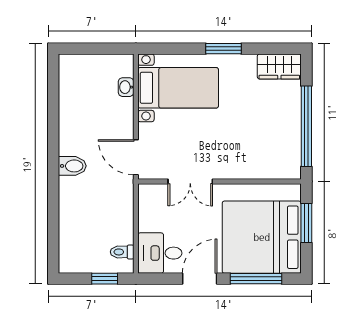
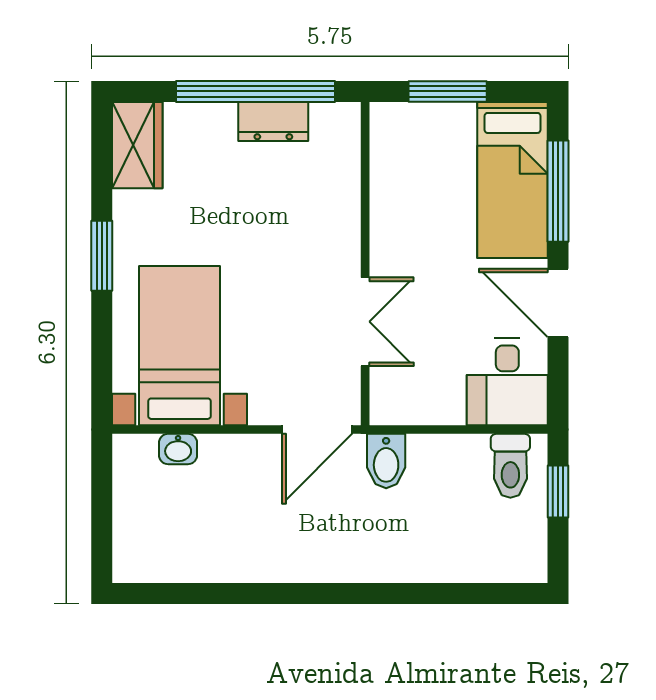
dresser: (291, 135) -> (273, 121), added
bidet: (72, 166) -> (386, 461), moved, turned 180
bed: (262, 237) -> (513, 180), width x0.49
toilet: (122, 252) -> (510, 466), width x1.37, depth x1.39

